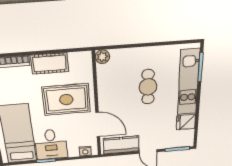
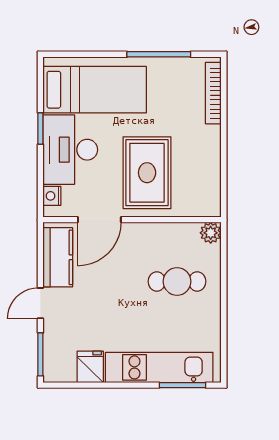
cot: (50, 63) -> (206, 153), removed
cafe table: (148, 87) -> (177, 281), moved
desk: (51, 145) -> (70, 150), width x1.37

